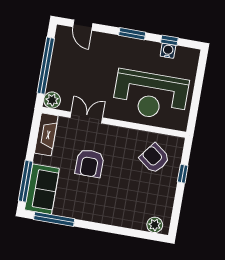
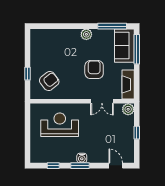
water cooler: (168, 51) -> (82, 158), moved
window: (46, 66) -> (137, 133), width x0.32
reception desk: (150, 95) -> (60, 125), width x0.74, depth x0.77
armchair: (155, 158) -> (49, 81), turned -75
plant: (155, 225) -> (86, 34), moved

